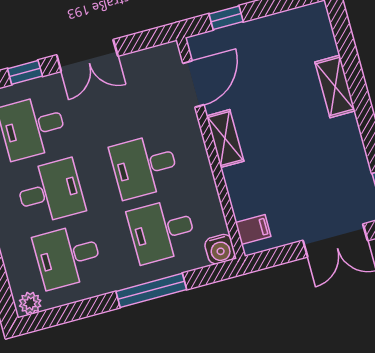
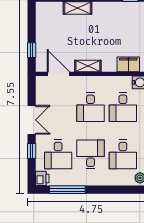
filing cabinet: (253, 230) -> (128, 64), width x2.00

